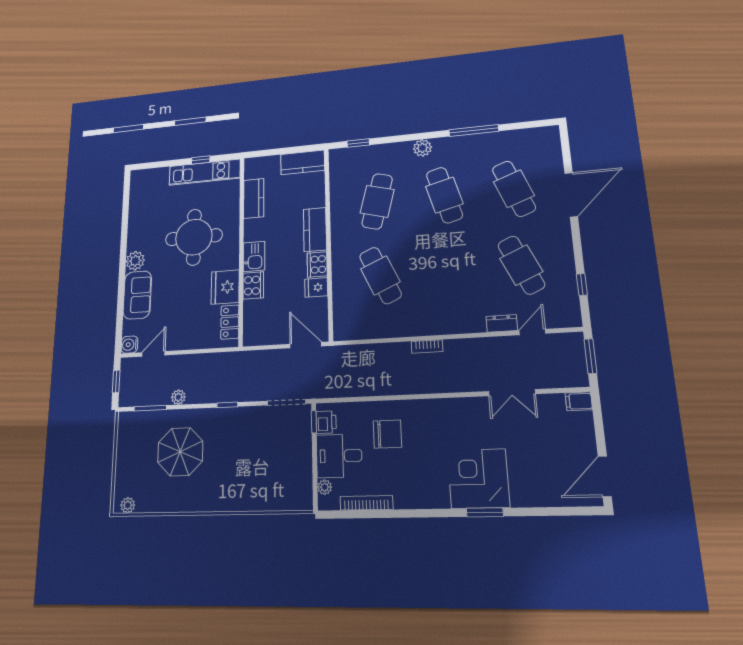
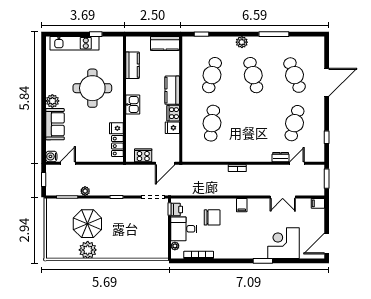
kitchen unit: (205, 172) -> (75, 43), moved
cafe table: (521, 265) -> (295, 123), turned 39
cafe table: (380, 275) -> (212, 123), turned 30
cooker: (253, 285) -> (143, 155), moved, turned -90
fridge: (225, 287) -> (116, 128), width x0.53, depth x0.75
door: (306, 345) -> (165, 163), swing flipped
filing cabinet: (439, 410) -> (242, 205), added
corner desk: (478, 478) -> (283, 243), moved
plant: (128, 505) -> (88, 250), moved, width x1.87, depth x1.87

